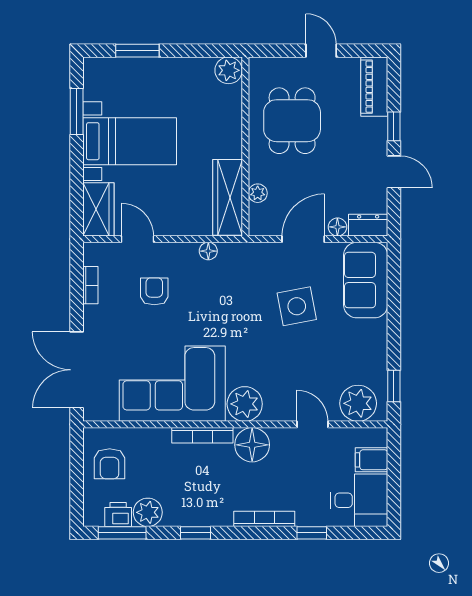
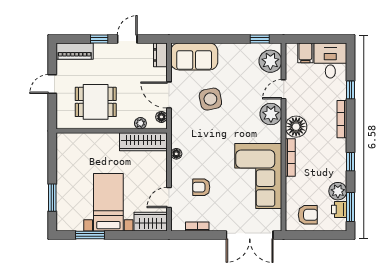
plant: (229, 70) -> (65, 141), removed
floor lamp: (337, 227) -> (161, 117), moved
plant: (245, 404) -> (271, 114), moved

